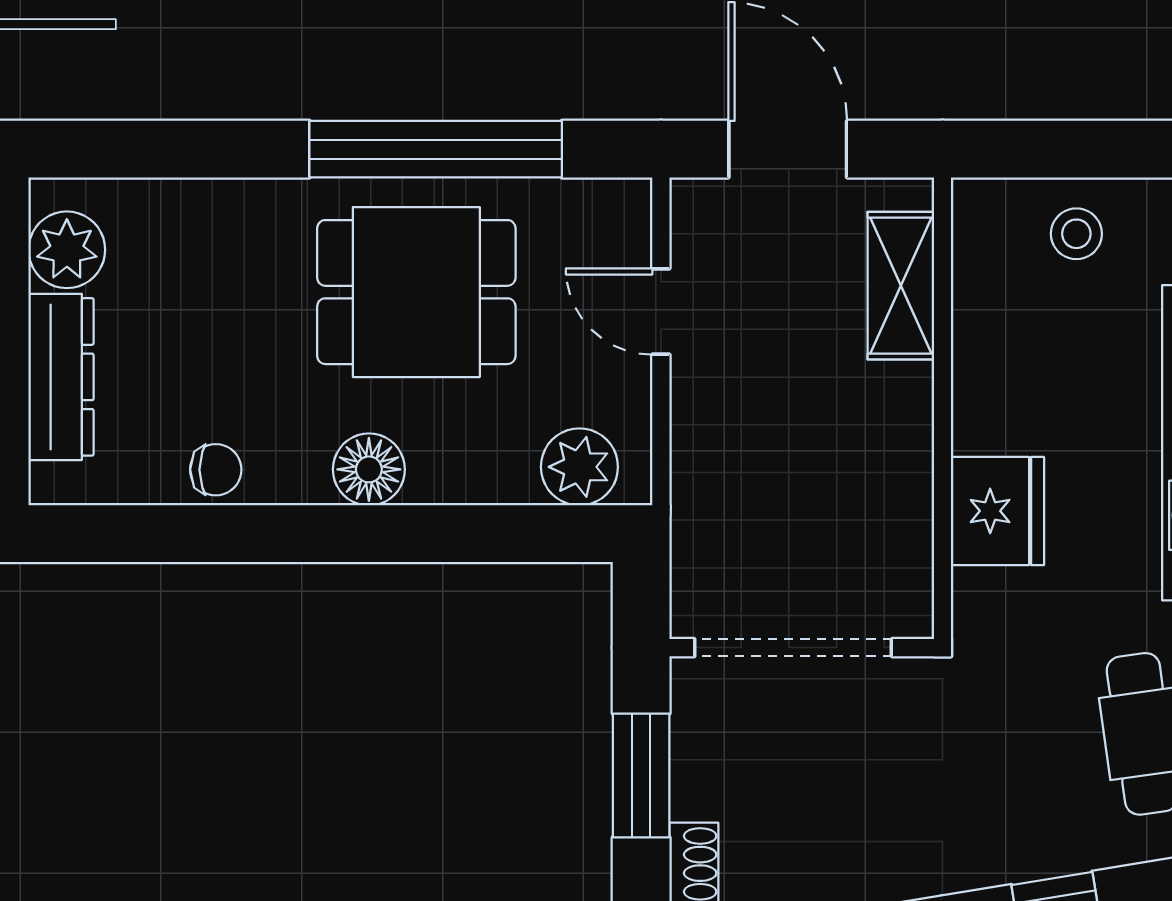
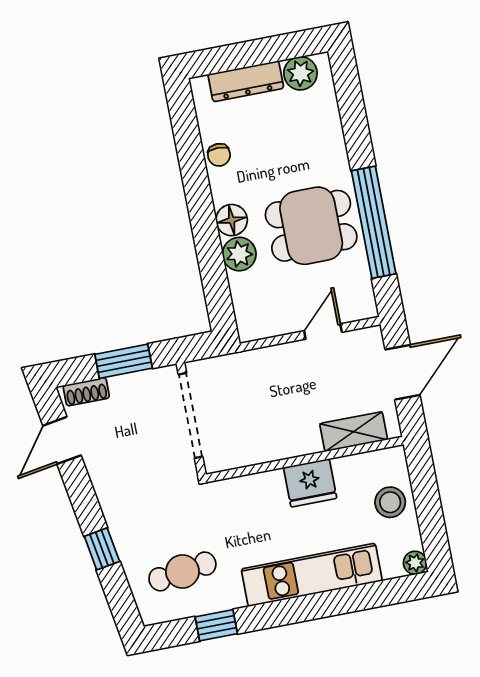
stool: (1076, 234) -> (390, 502), width x1.37, depth x1.37
dining table: (416, 292) -> (311, 226), turned 90
plant: (579, 467) -> (239, 254), moved
fridge: (998, 511) -> (310, 483), moved

